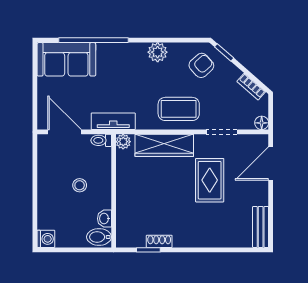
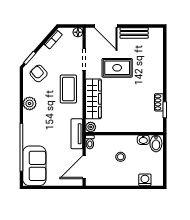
bench: (261, 227) -> (134, 33), moved
washing machine: (46, 239) -> (145, 180), moved

